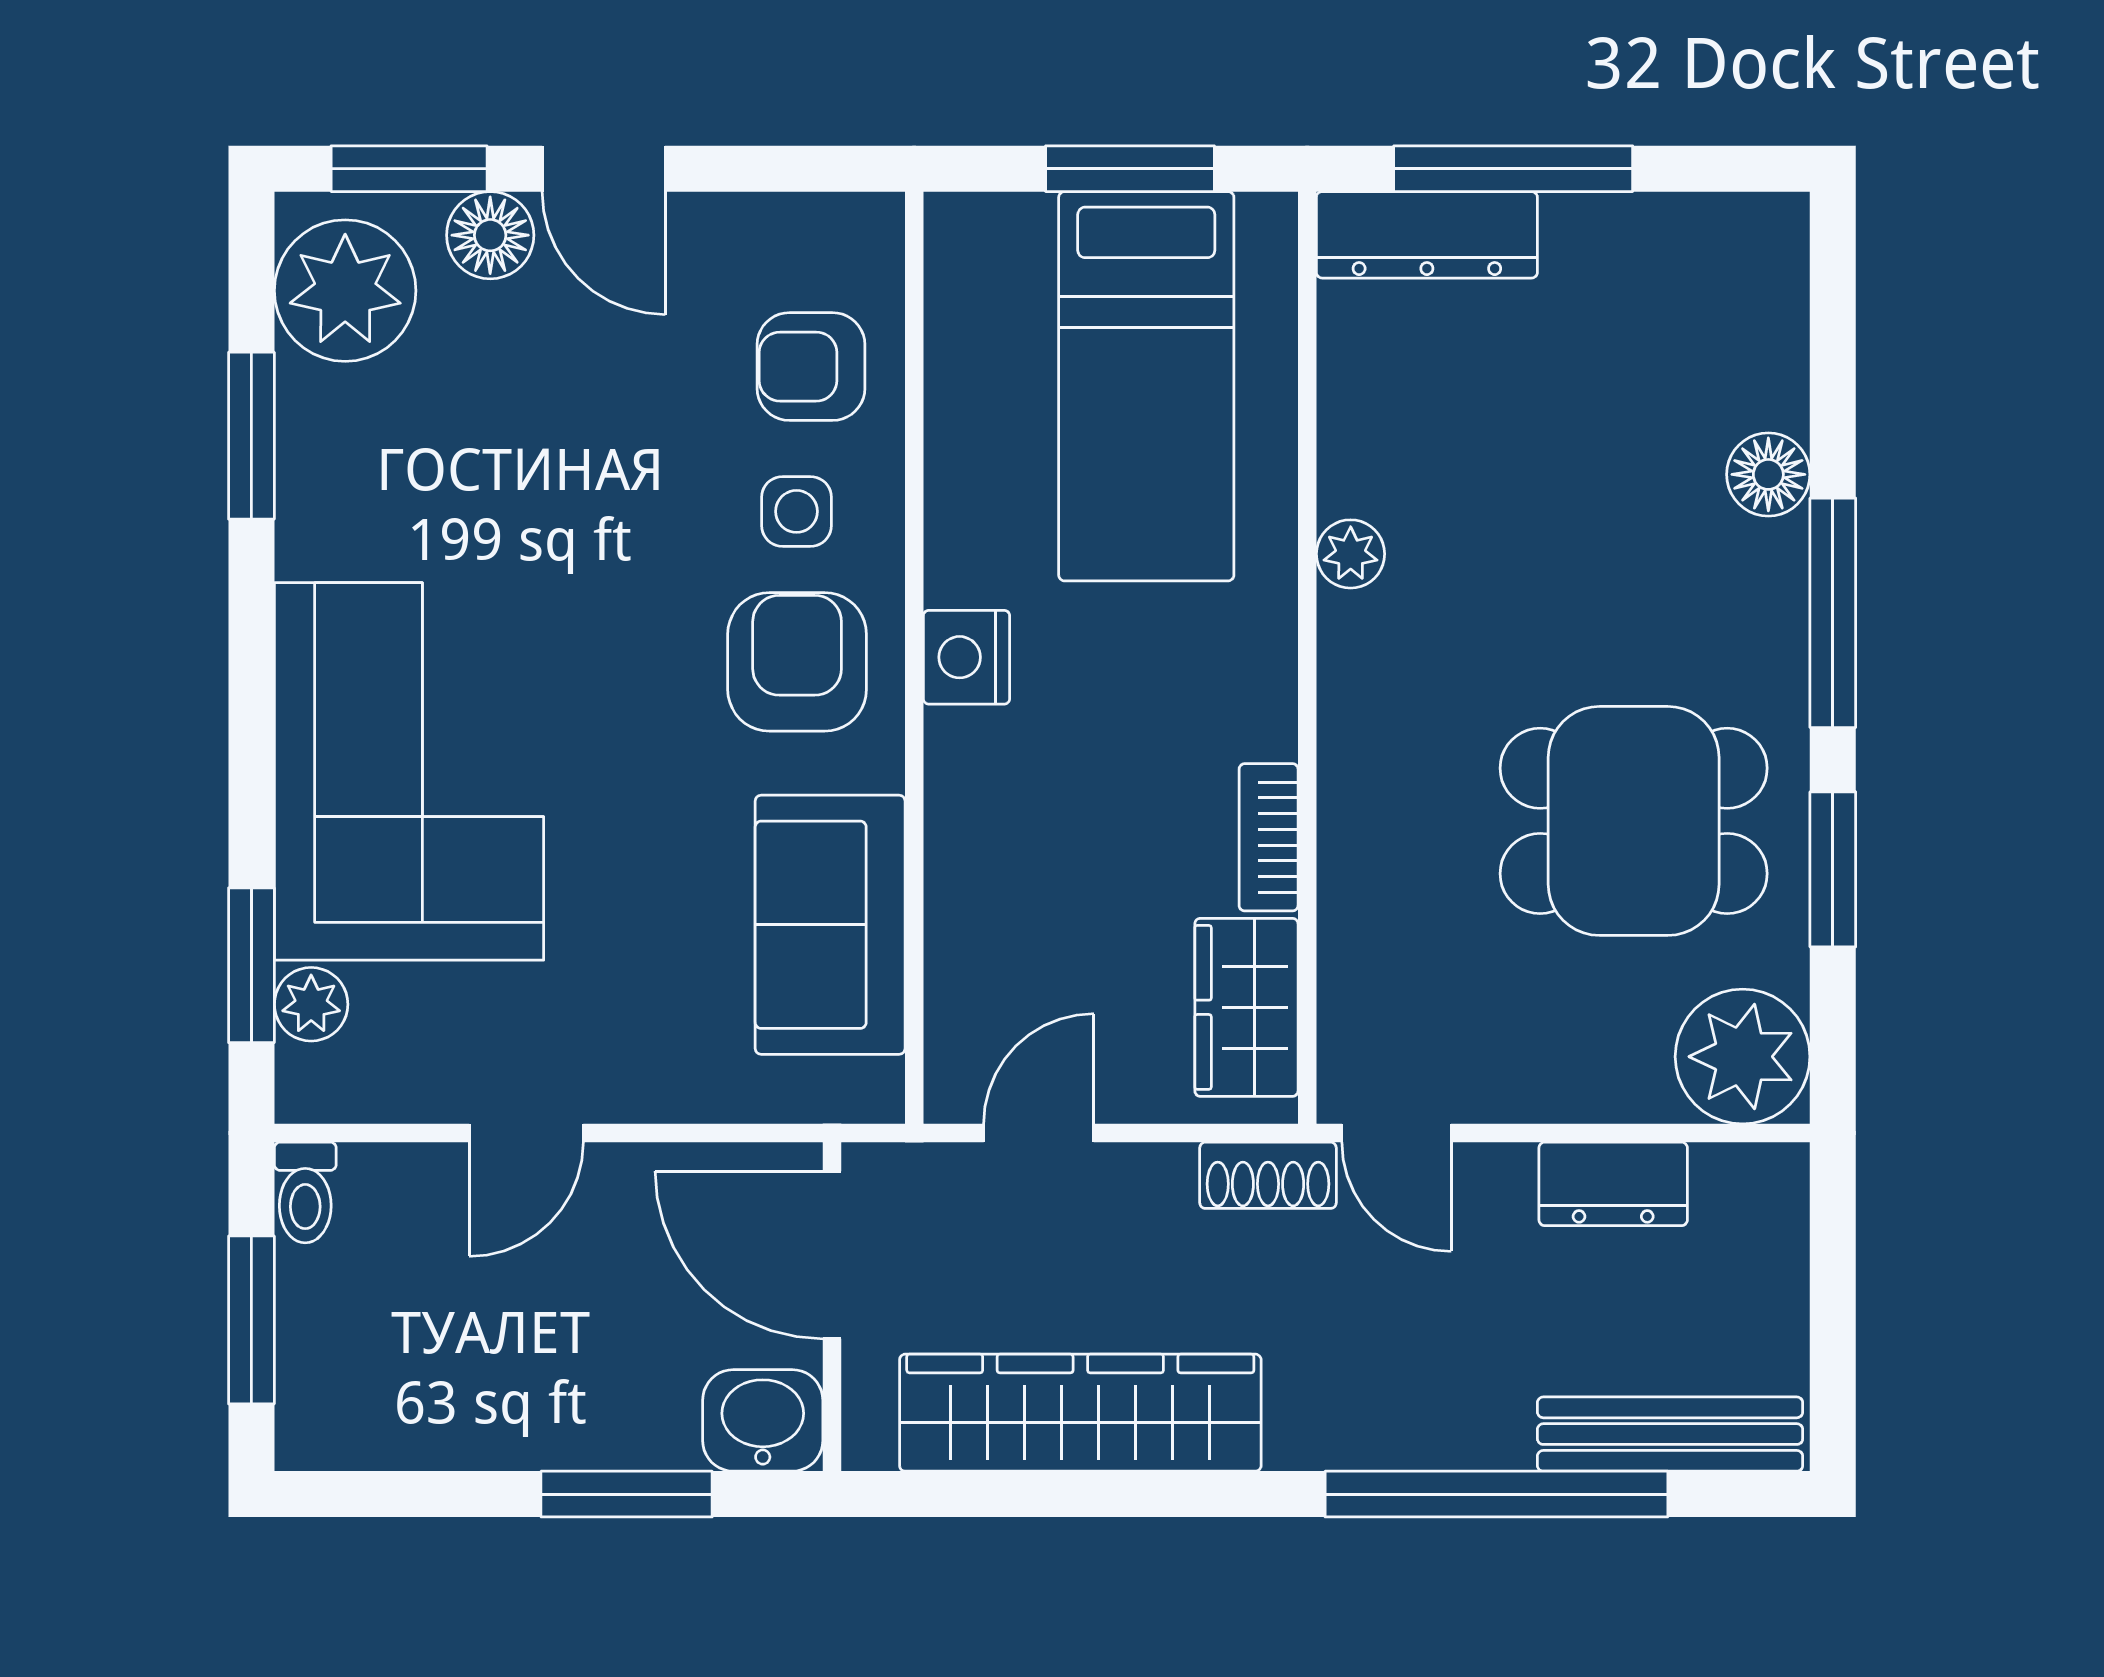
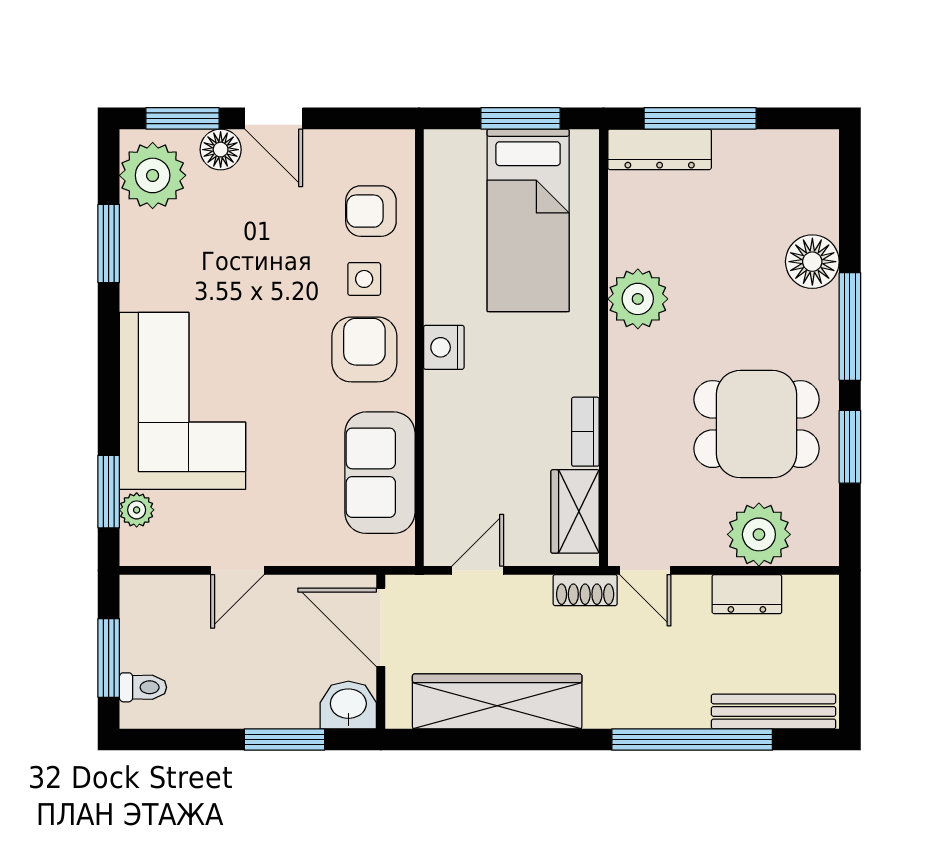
floor lamp: (1768, 474) -> (812, 262), width x1.38, depth x1.38
plant: (1351, 554) -> (638, 299), width x1.88, depth x1.88
plant: (1743, 1057) -> (759, 534), moved
toilet: (305, 1192) -> (143, 687), moved, turned -90

